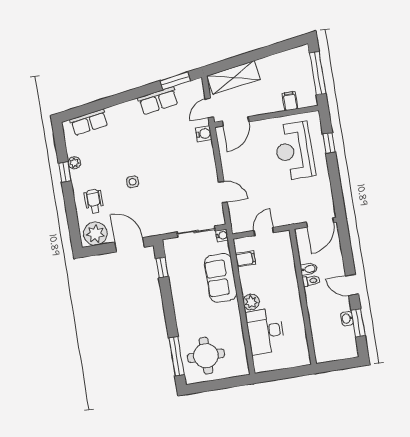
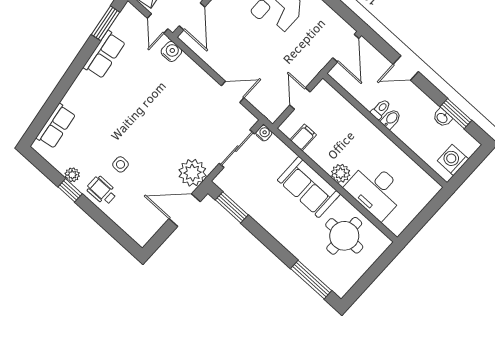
side table: (133, 182) -> (120, 164), moved
wheelchair: (94, 201) -> (102, 190), moved
plant: (95, 234) -> (192, 173), moved
window: (162, 267) -> (232, 207), width x1.50
bidet: (309, 269) -> (391, 119), moved
sofa: (221, 278) -> (309, 187), moved
door: (352, 285) -> (406, 68), moved
washing machine: (332, 352) -> (453, 160), added
round table: (206, 356) -> (344, 236), moved

